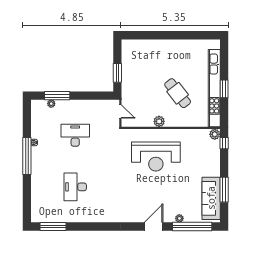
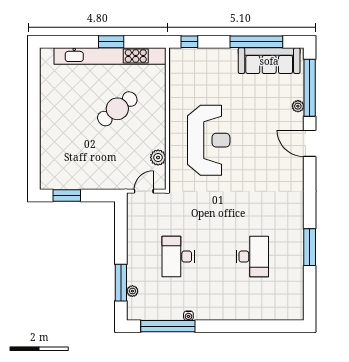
window: (117, 73) -> (67, 196), moved
plant: (159, 121) -> (158, 157), moved
plant: (215, 134) -> (177, 55), removed
window: (27, 156) -> (168, 326), moved
desk: (75, 187) -> (252, 257), turned -90
window: (224, 190) -> (256, 42), width x1.46
window: (53, 226) -> (310, 247), moved

